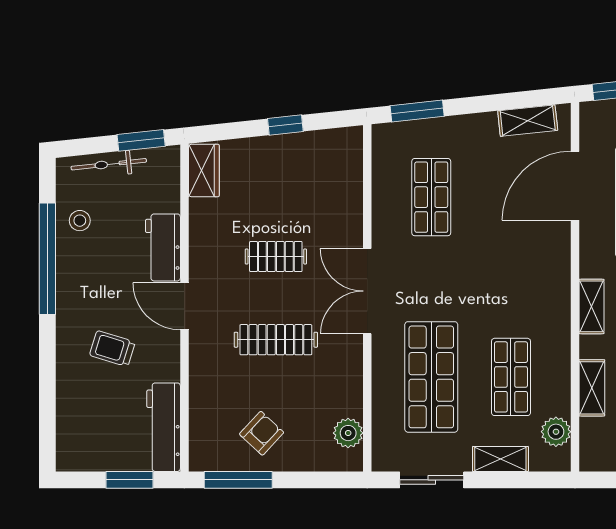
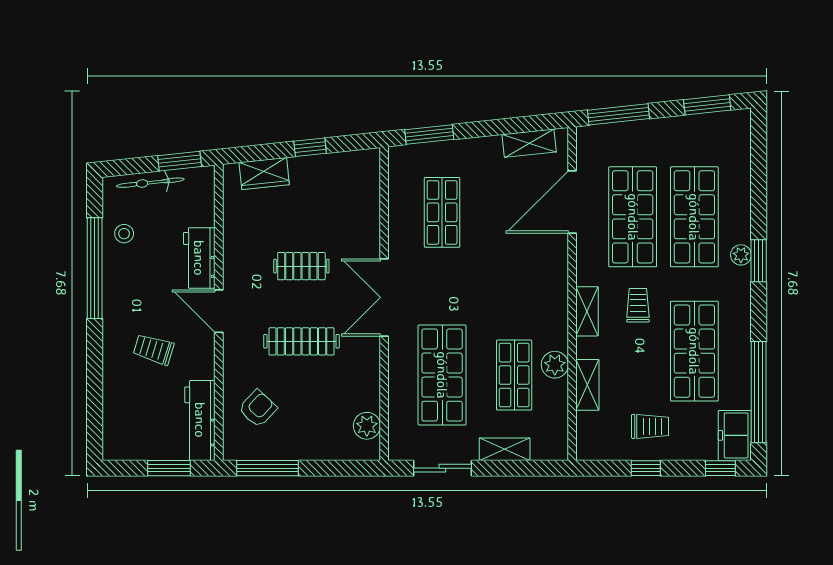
wardrobe: (204, 171) -> (264, 174), moved, turned 84
plant: (556, 432) -> (555, 365), moved
armchair: (262, 433) -> (258, 408), moved

